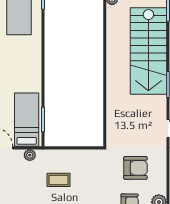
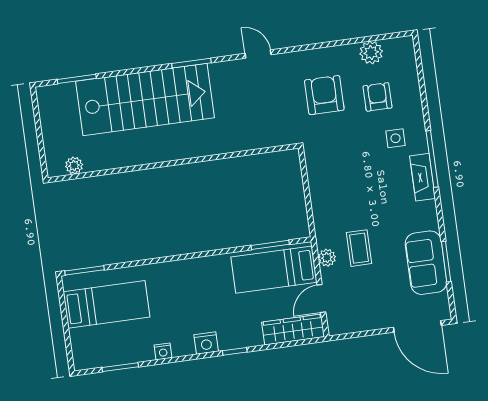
coffee table: (58, 180) -> (359, 248), moved

